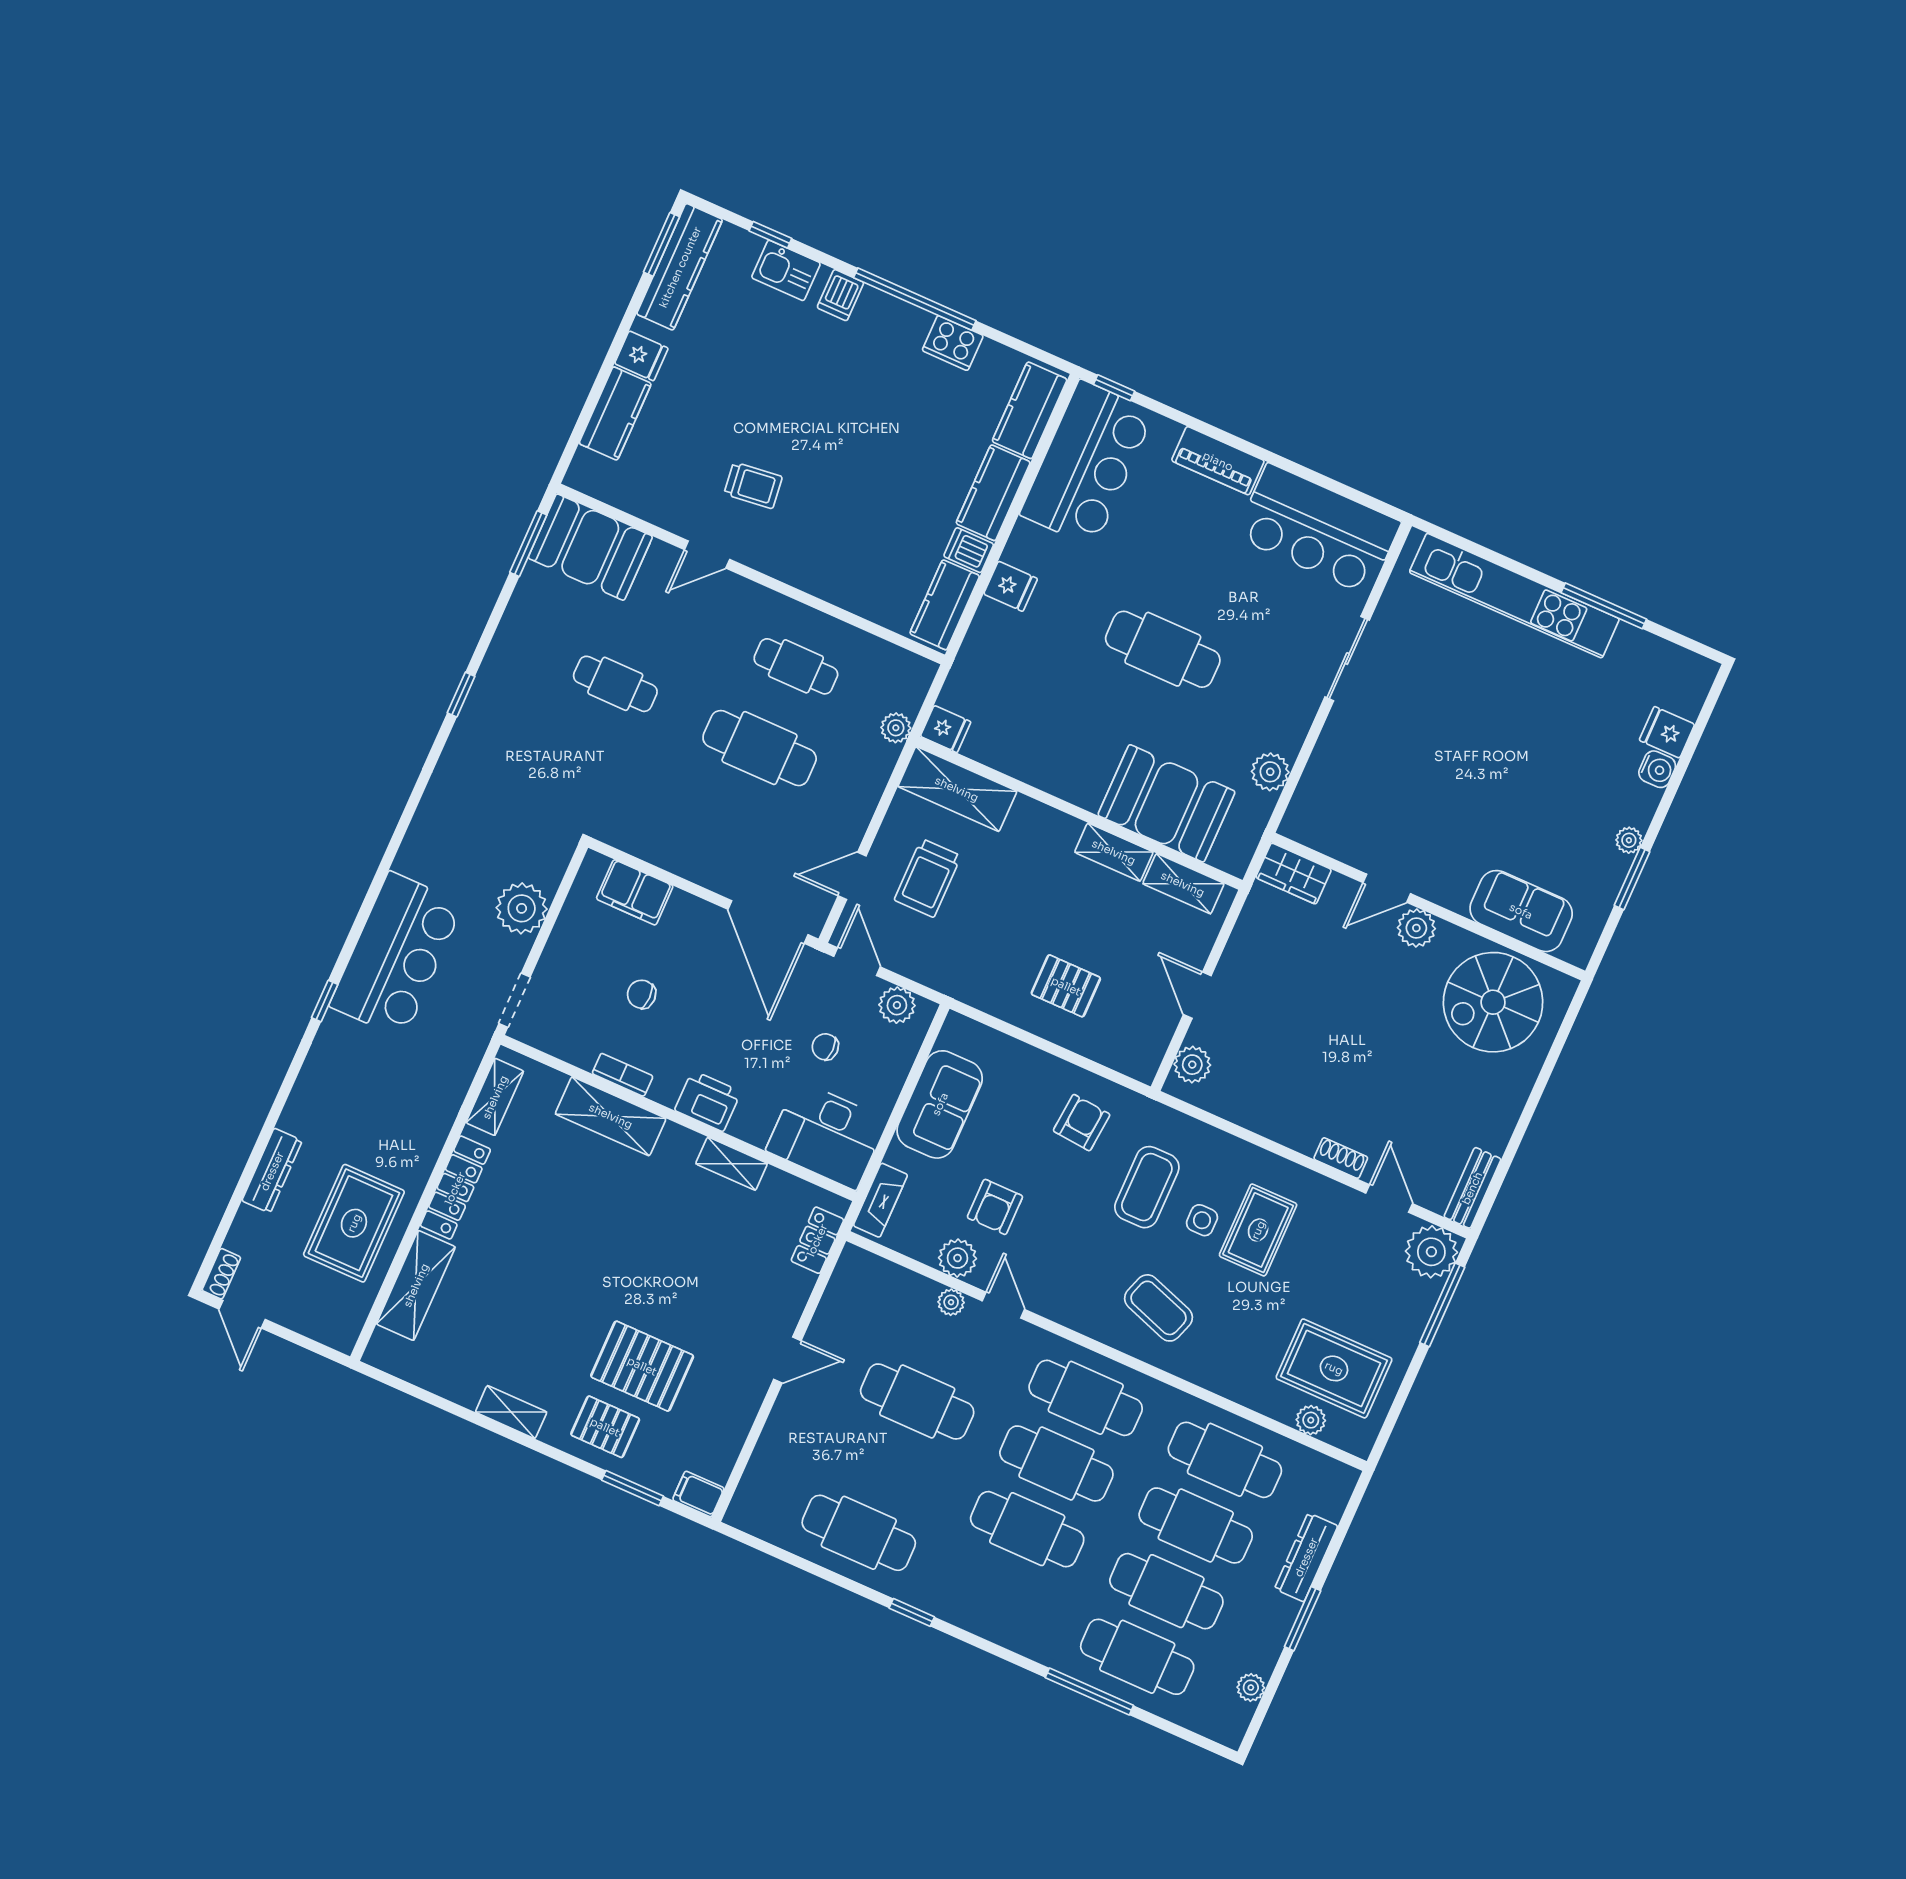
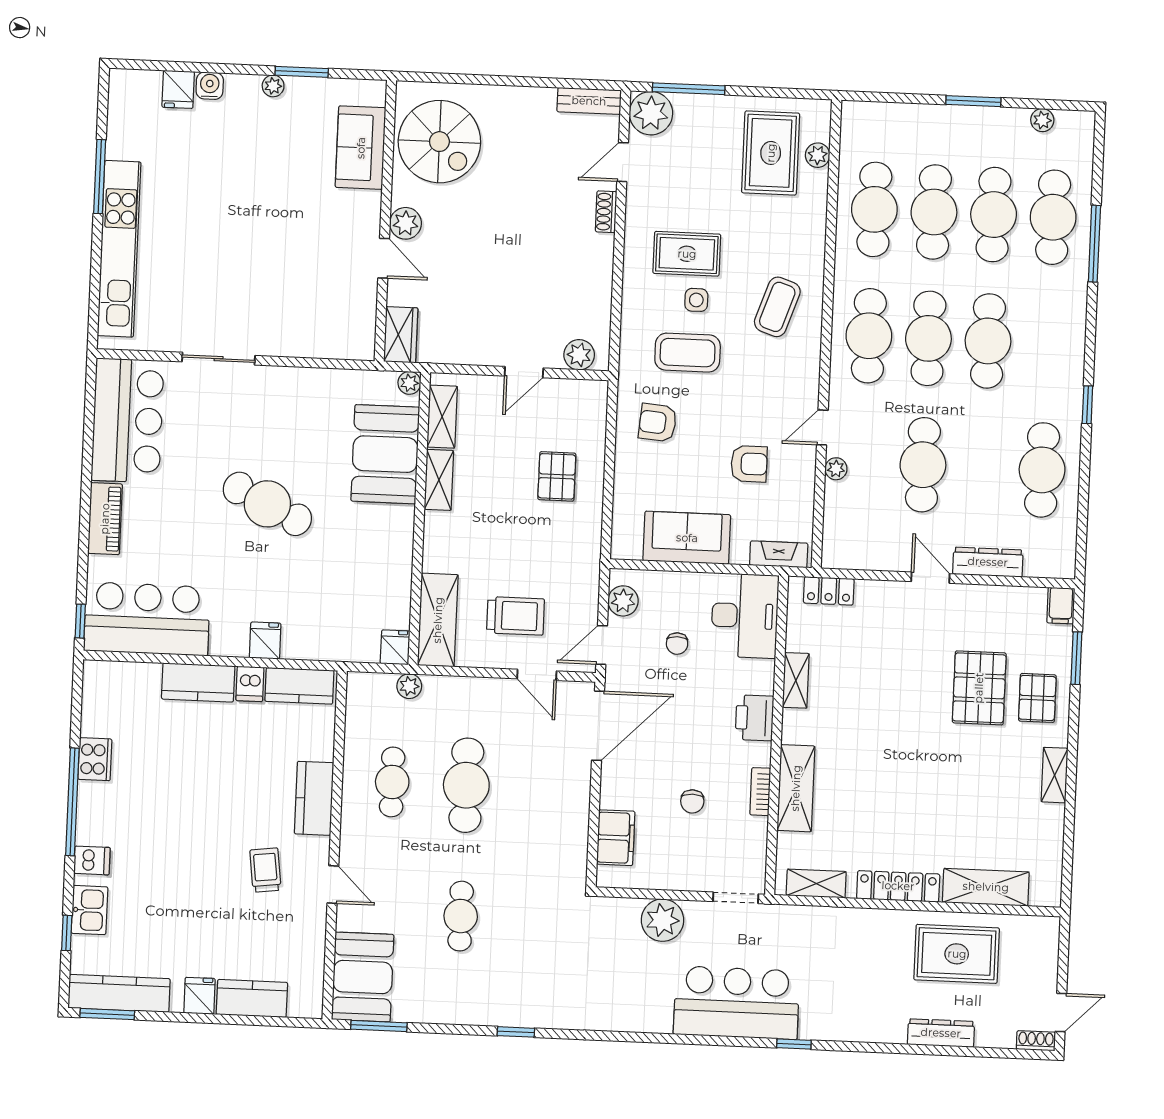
kitchen counter: (1030, 410) -> (314, 798), moved, turned 90
cafe table: (1163, 649) -> (267, 504), turned -64
plant: (1270, 772) -> (409, 383), moved, width x0.73, depth x0.73
plant: (958, 1258) -> (800, 477), removed
dresser: (1306, 1557) -> (988, 562), moved, turned 180

